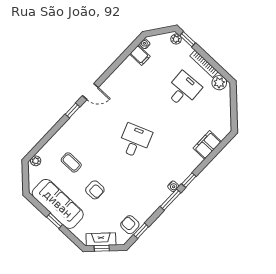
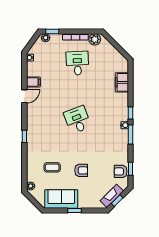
filing cabinet: (140, 55) -> (33, 82), moved
door: (90, 91) -> (24, 96), moved
sofa: (58, 204) -> (61, 199), width x0.73

